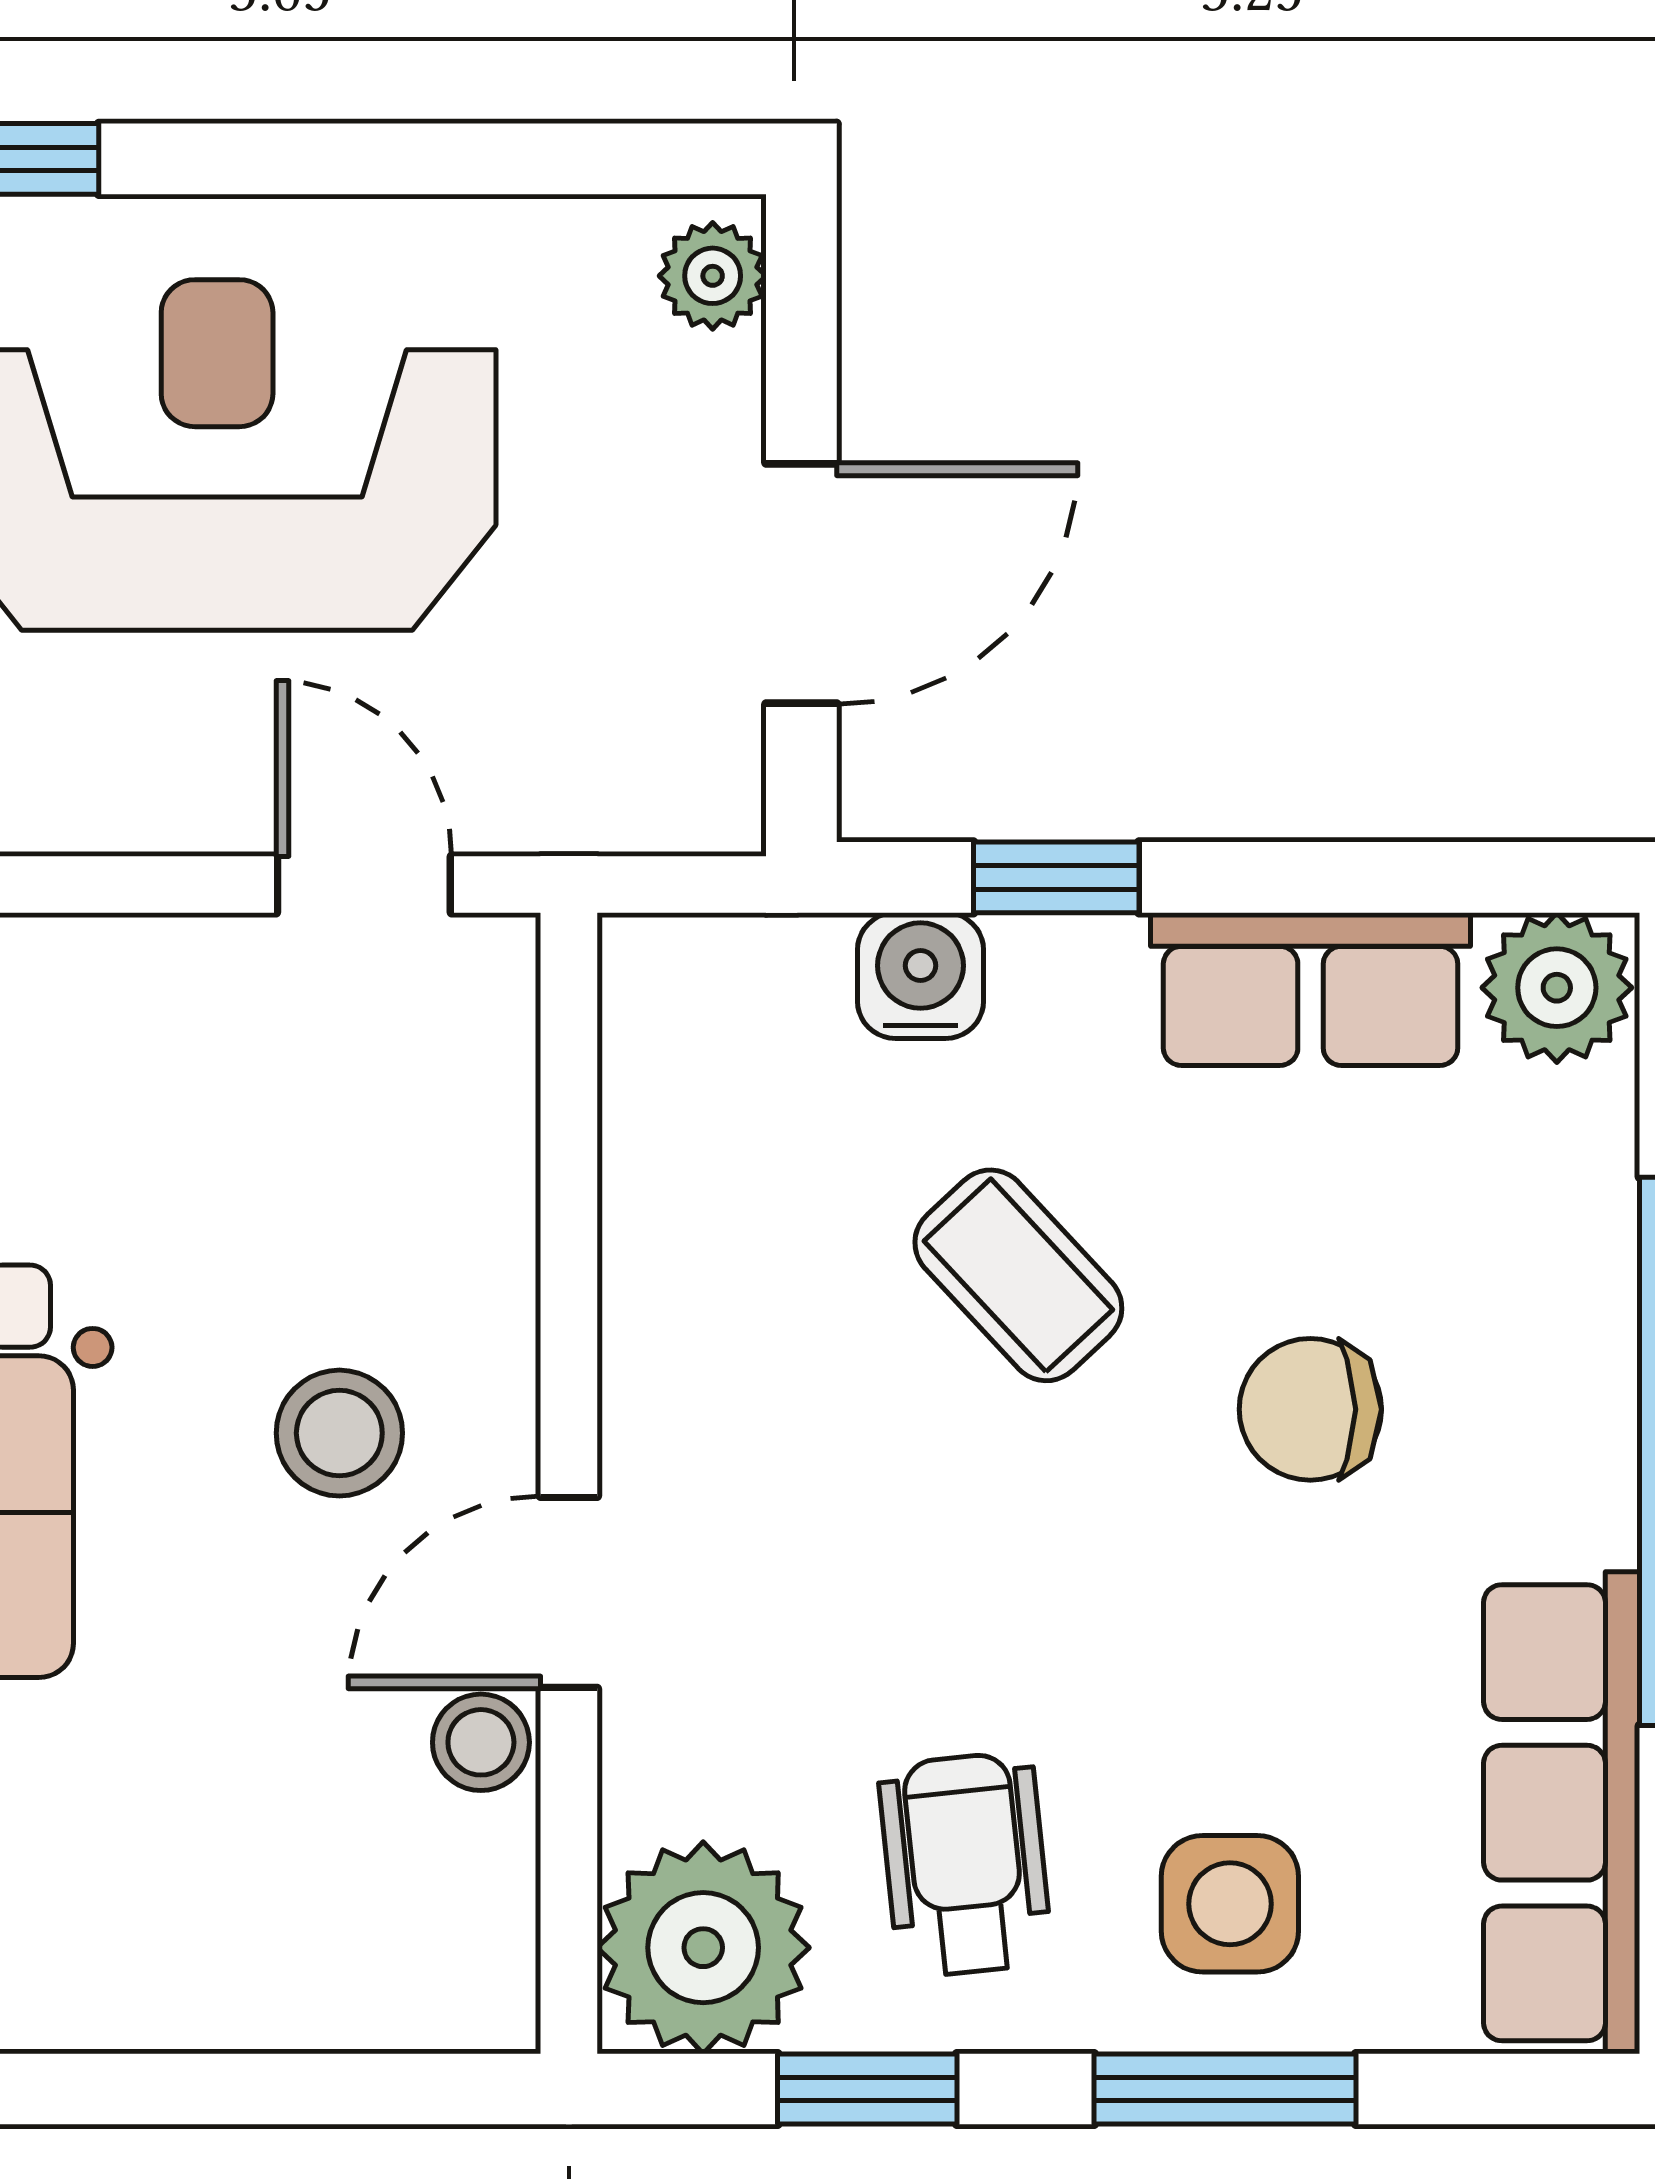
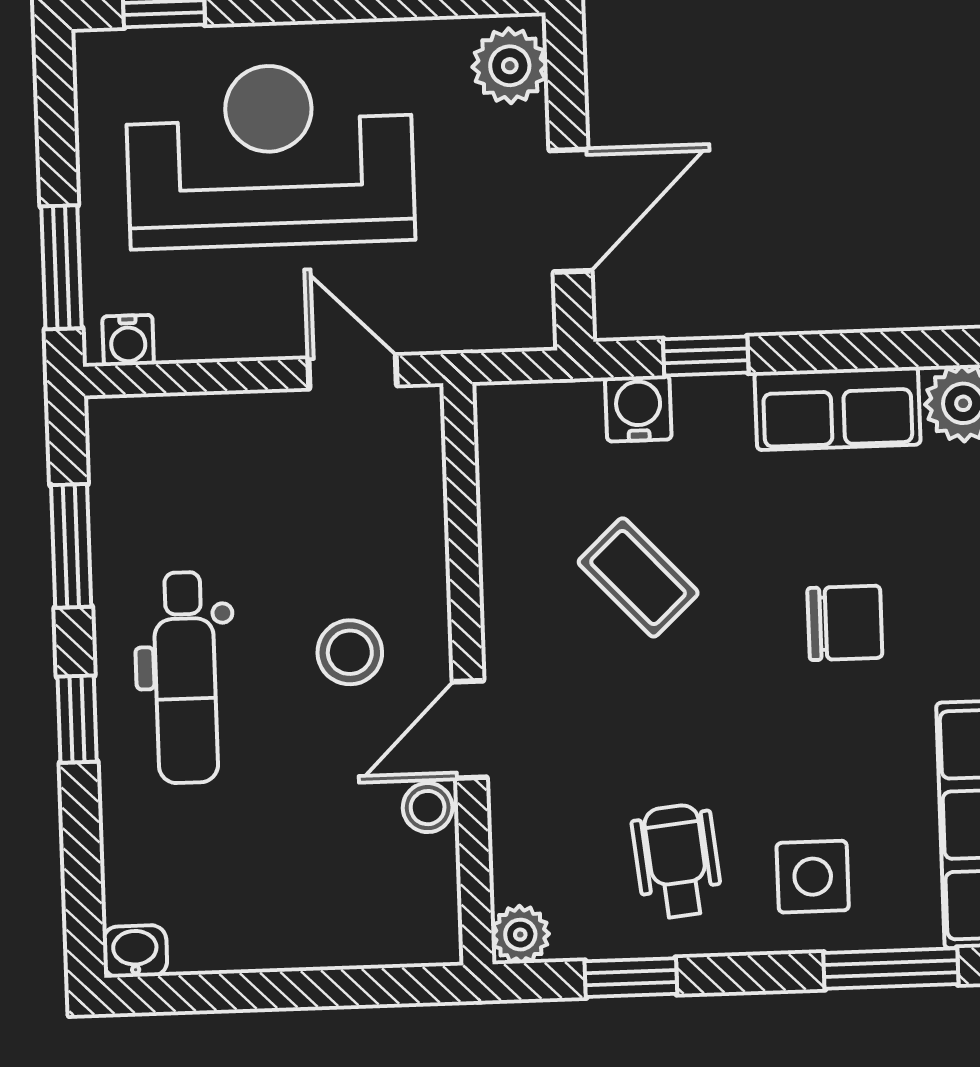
plant: (713, 276) -> (510, 66), width x1.38, depth x1.38
coffee table: (1018, 1275) -> (638, 577), moved
chair: (1310, 1409) -> (845, 623), turned 180
plant: (703, 1948) -> (520, 935), width x0.53, depth x0.53
window: (1225, 2089) -> (891, 969), moved

